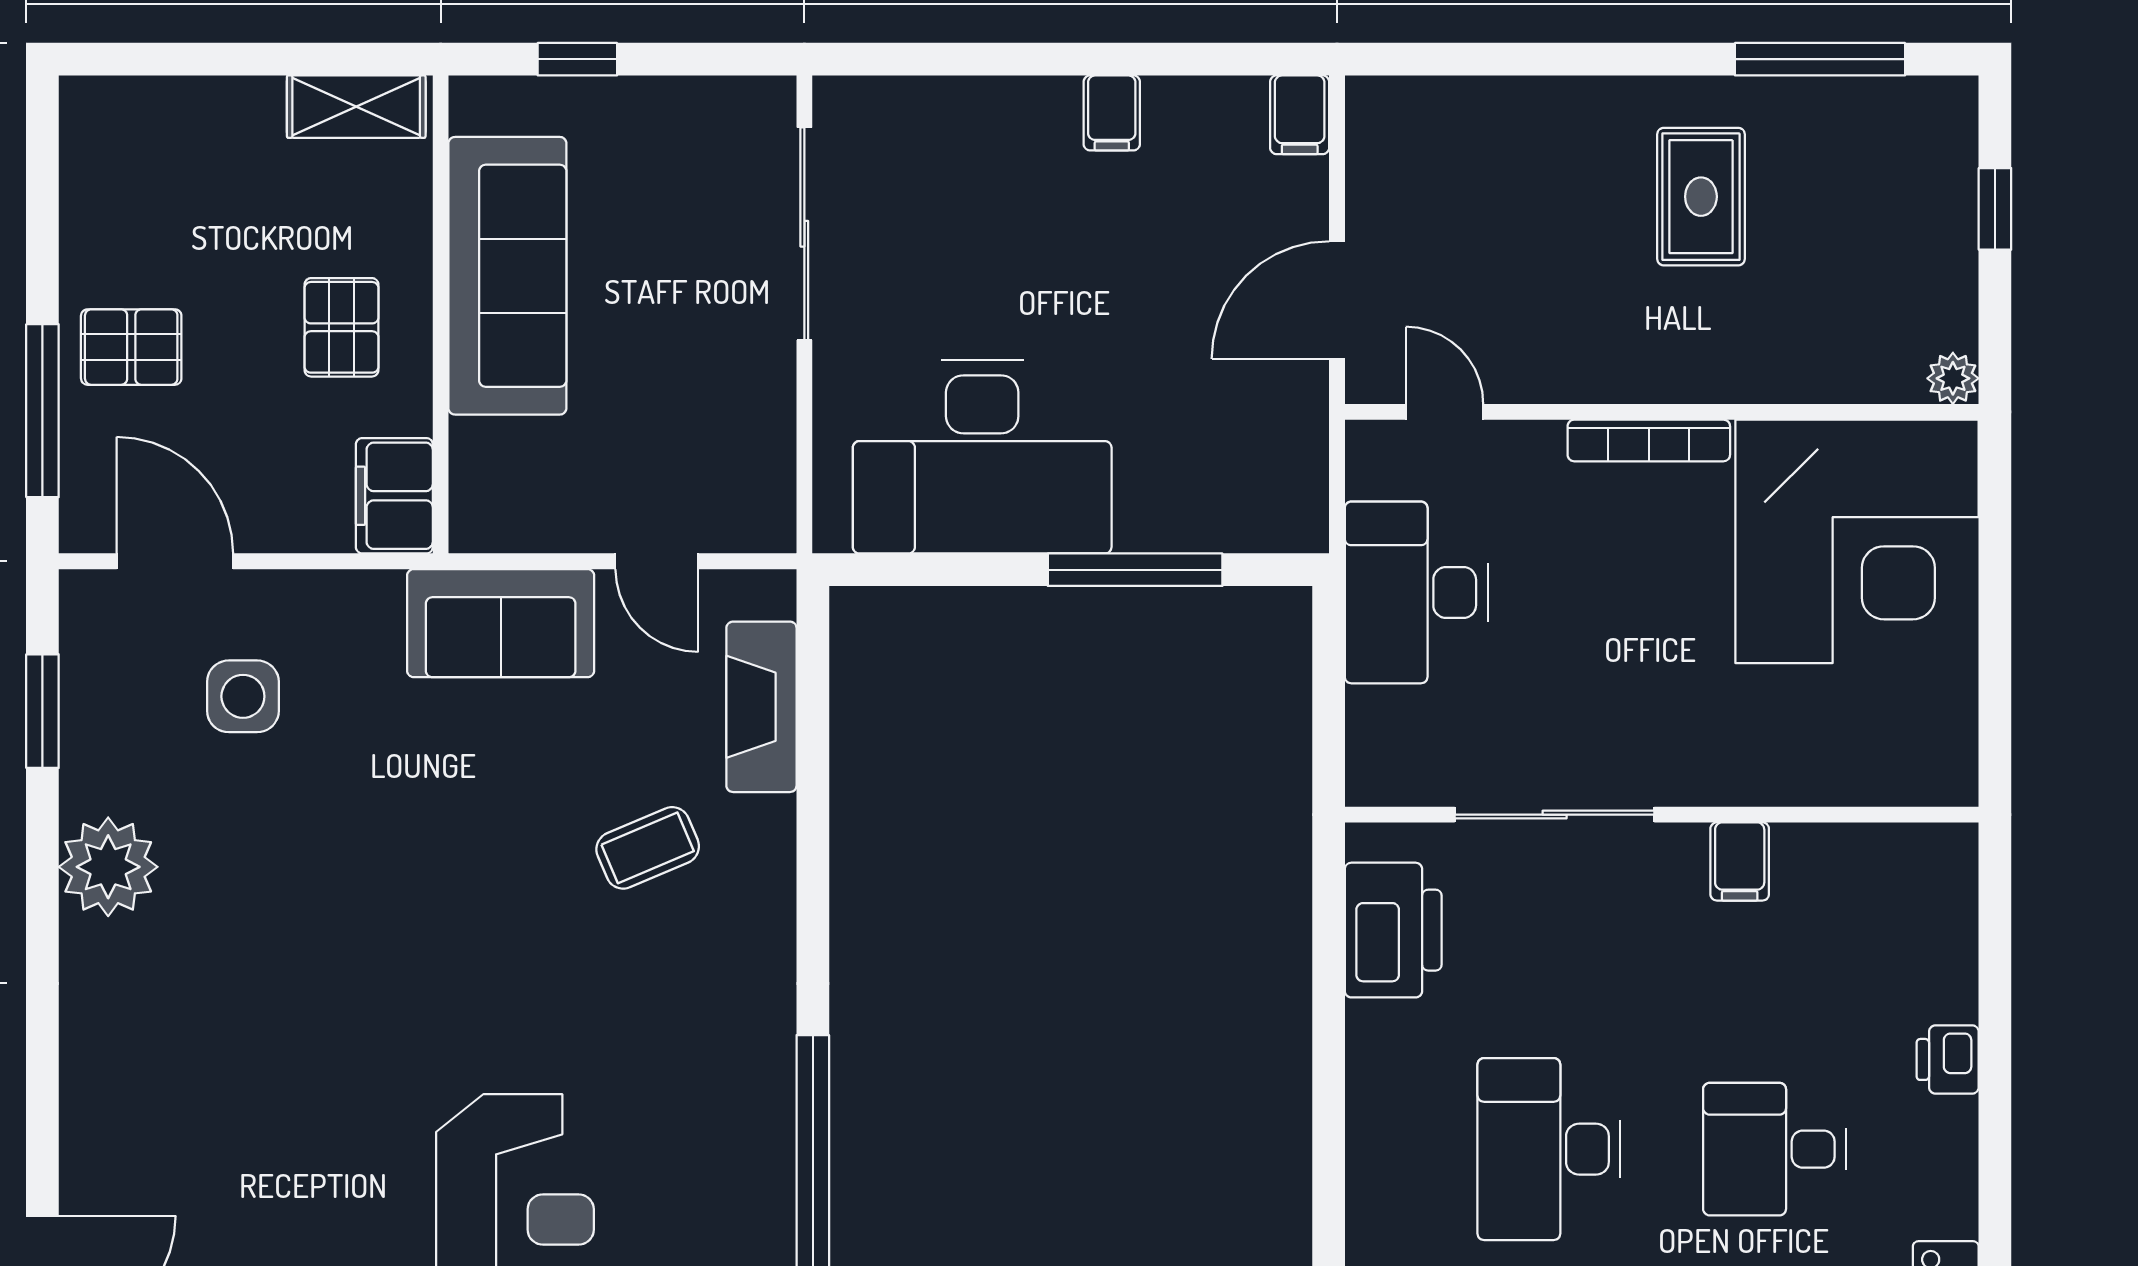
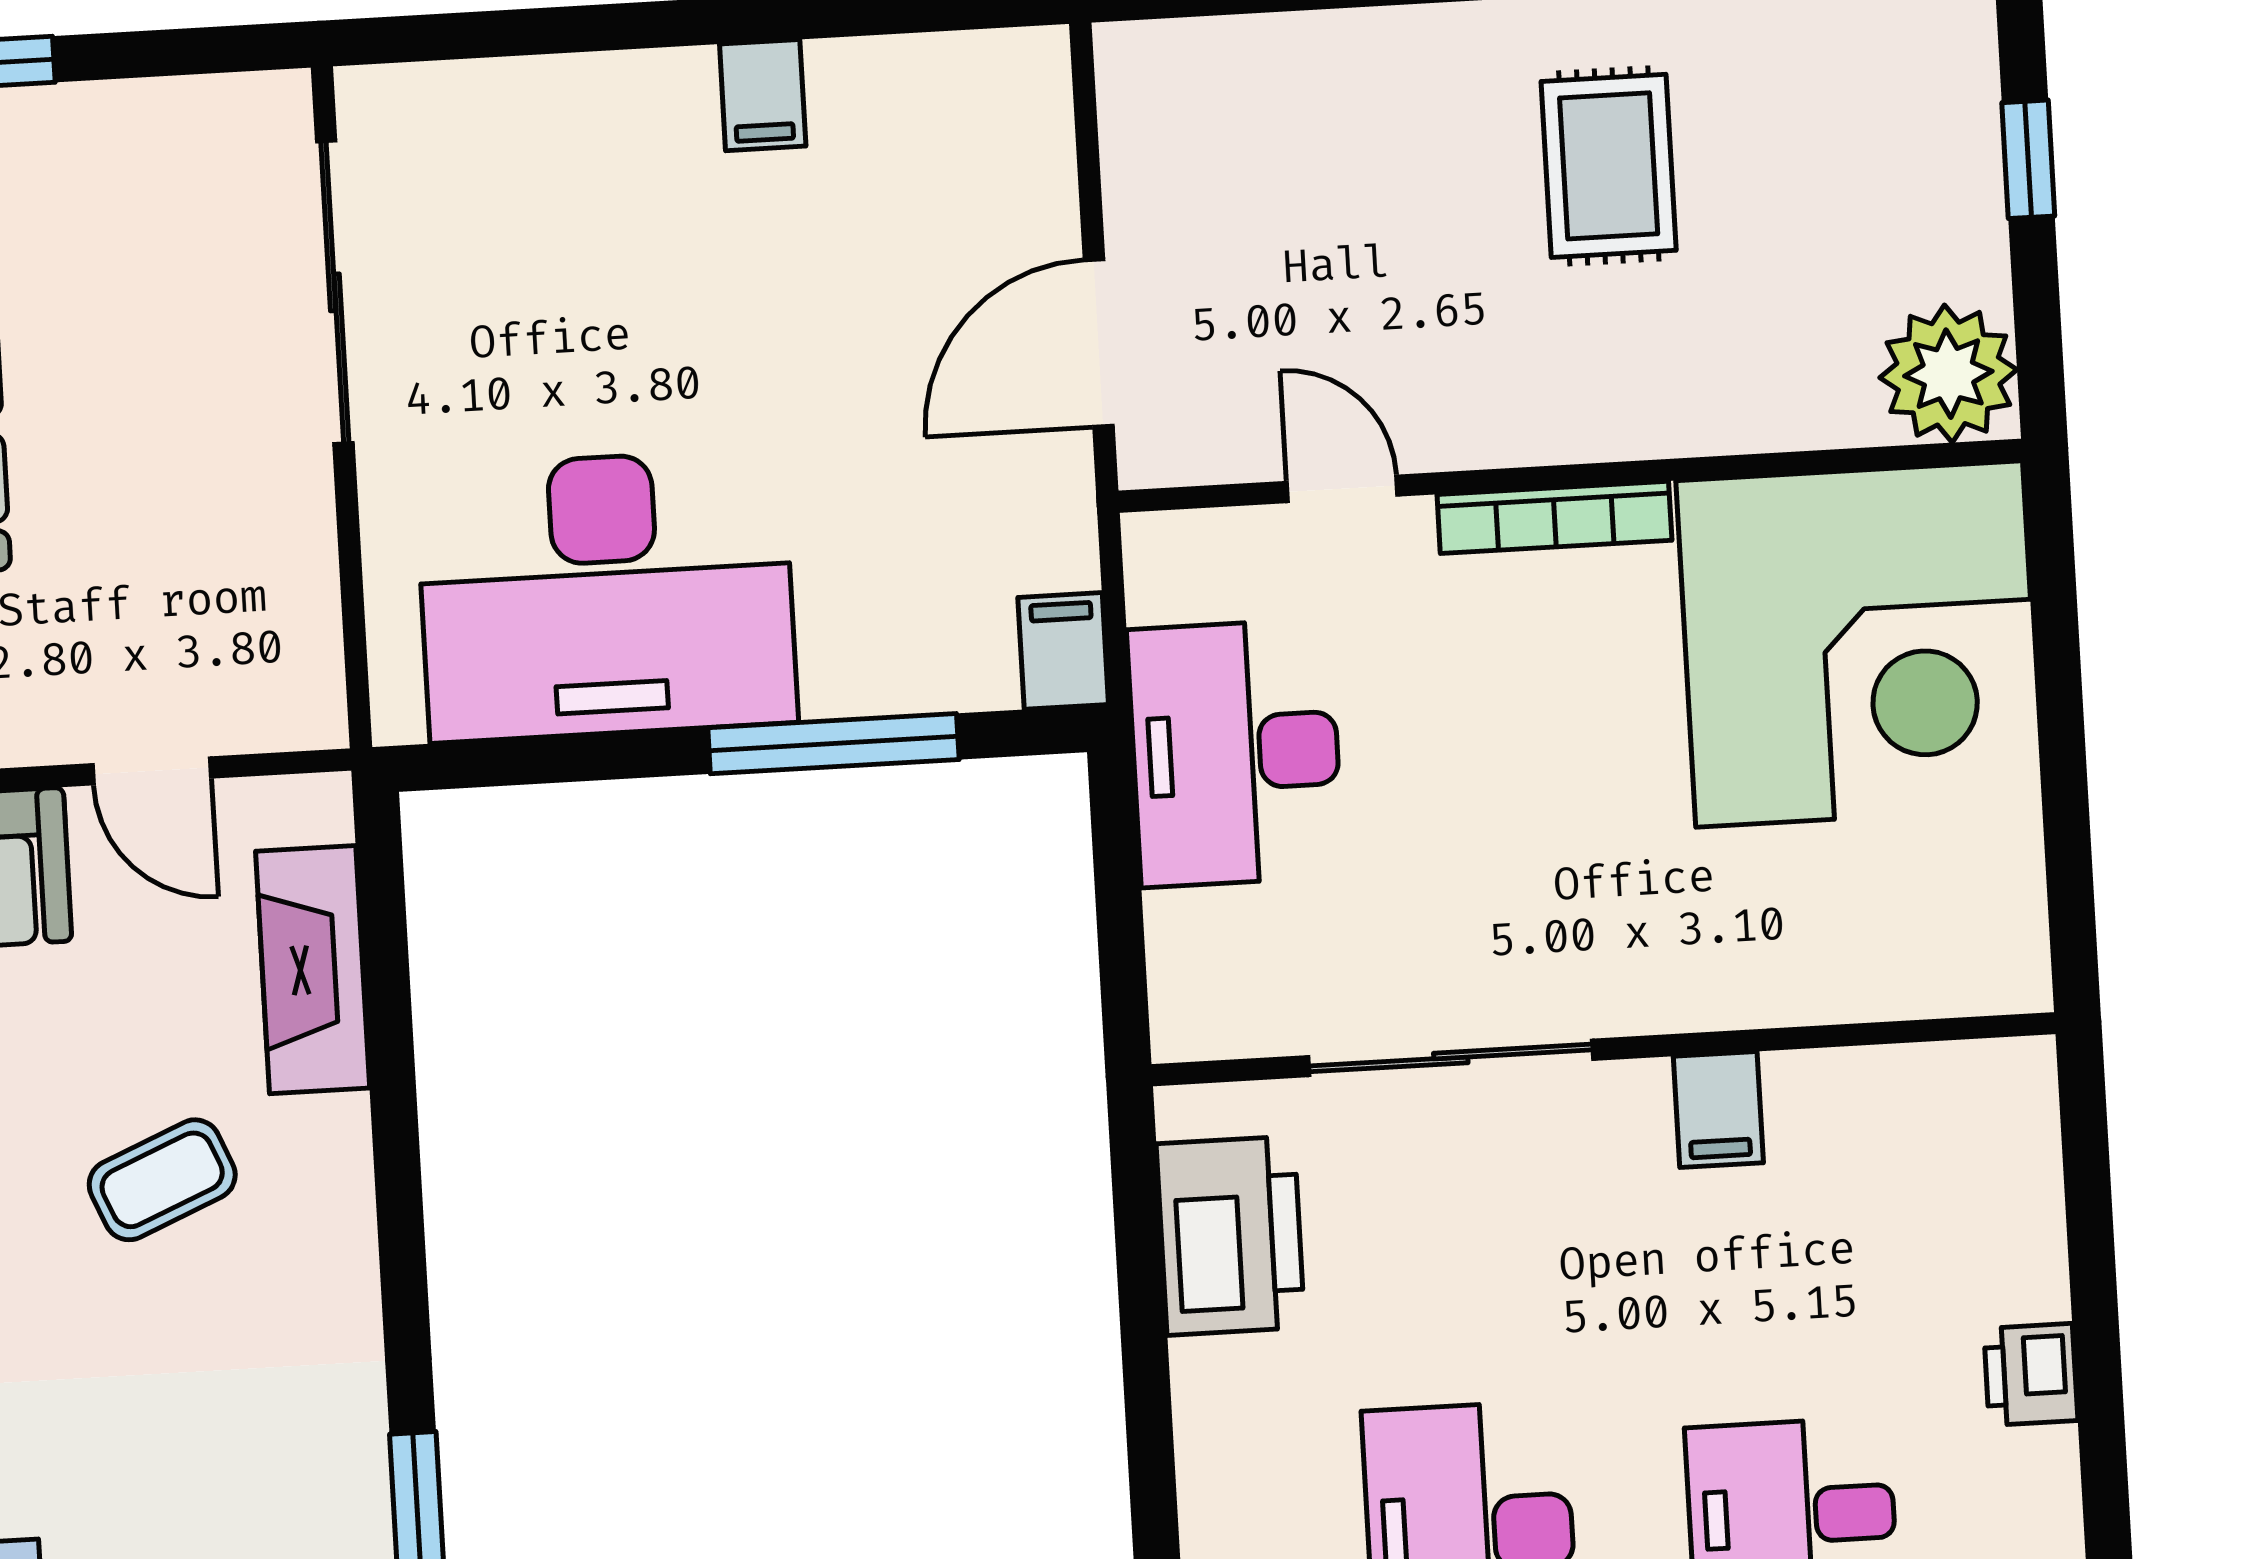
filing cabinet: (1300, 115) -> (1063, 651), moved, turned 180
plant: (1953, 378) -> (1948, 374), width x1.87, depth x1.87
door: (1445, 412) -> (1342, 489), moved

